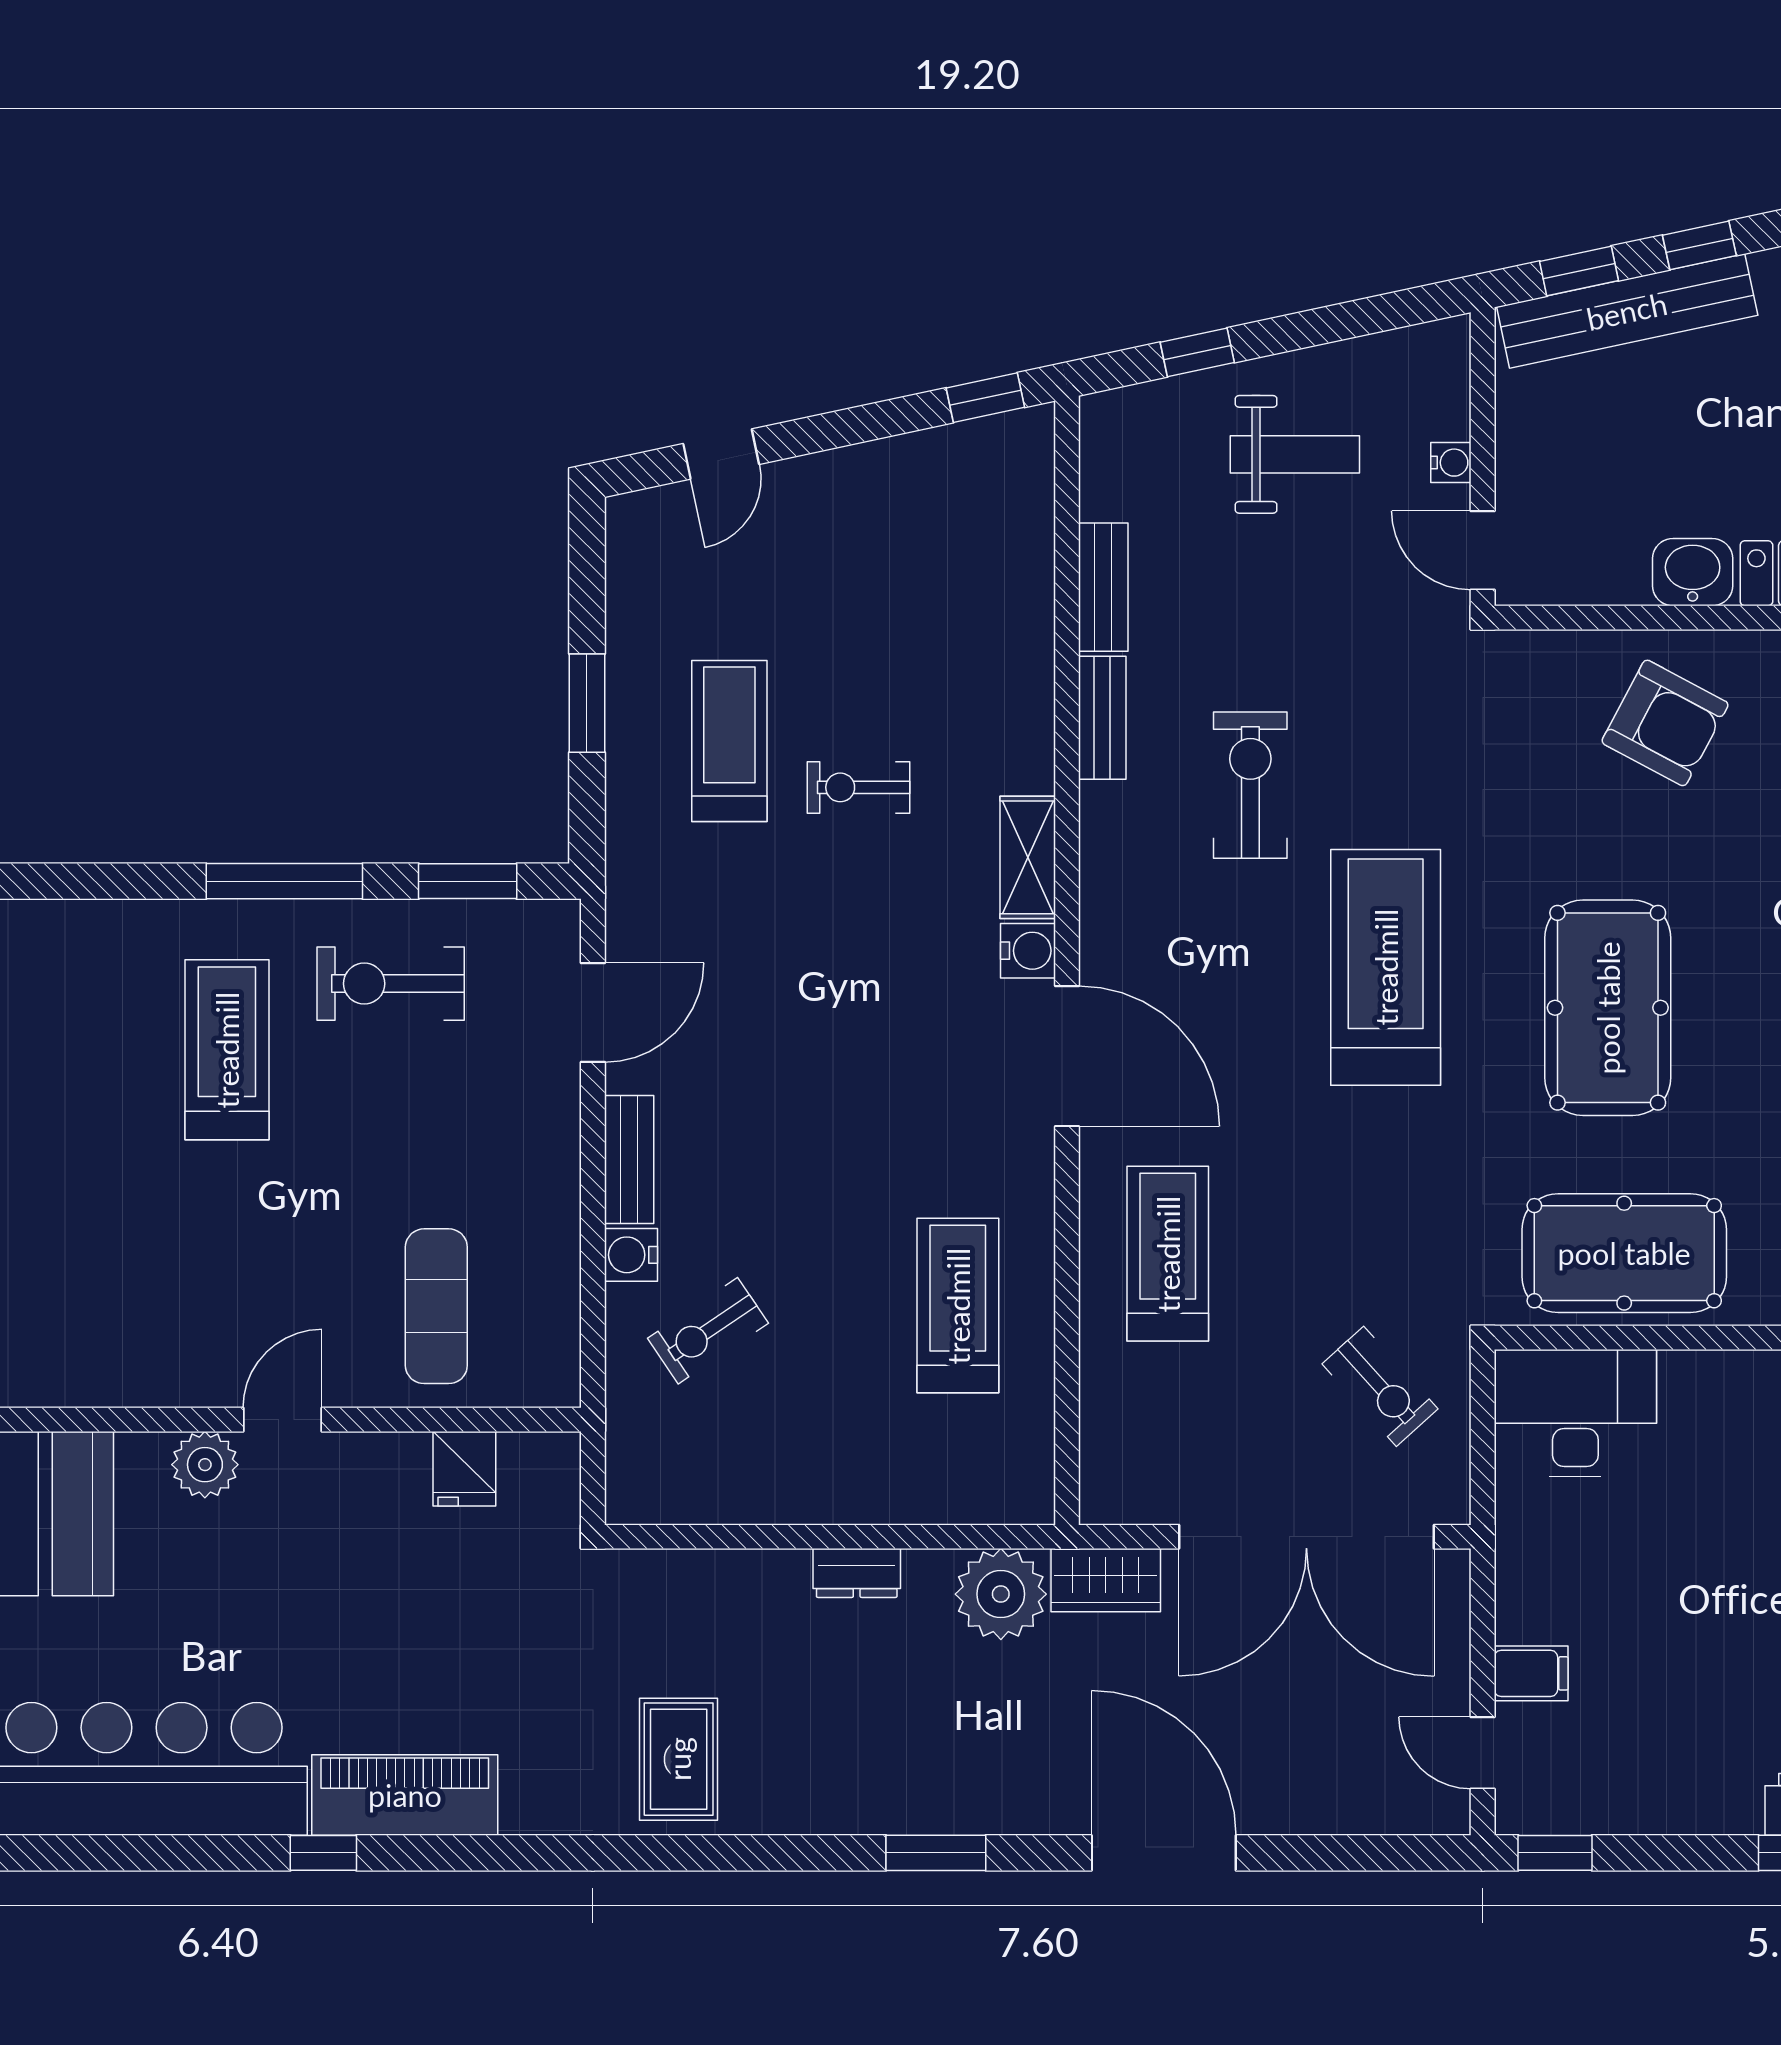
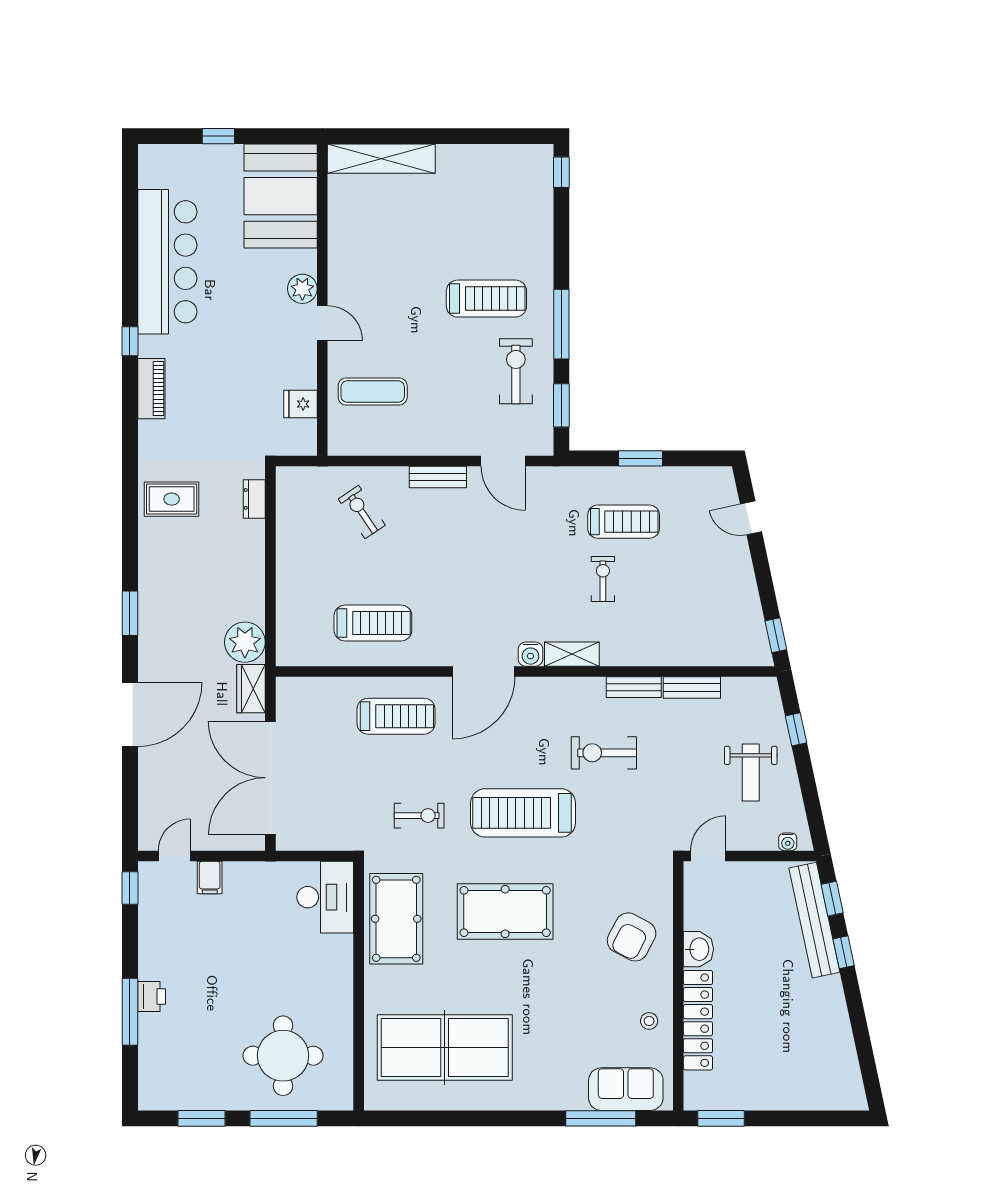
water cooler: (1451, 463) -> (788, 842), moved
exercise bike: (1250, 785) -> (604, 753), turned 180
treadmill: (1386, 967) -> (523, 813), turned 180
water cooler: (631, 1255) -> (395, 478), removed
exercise bike: (1380, 1386) -> (419, 816), moved, turned -138
dresser: (857, 1573) -> (254, 499), moved
piano: (405, 1795) -> (151, 389), width x0.73, depth x0.75

